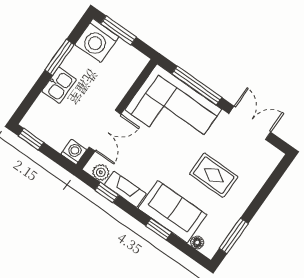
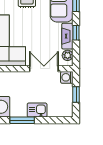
window: (31, 139) -> (76, 94), moved
window: (107, 193) -> (76, 33), moved

